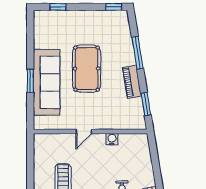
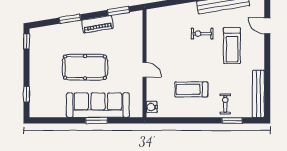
window: (138, 53) -> (70, 19), width x0.69
water cooler: (112, 139) -> (152, 107), moved

